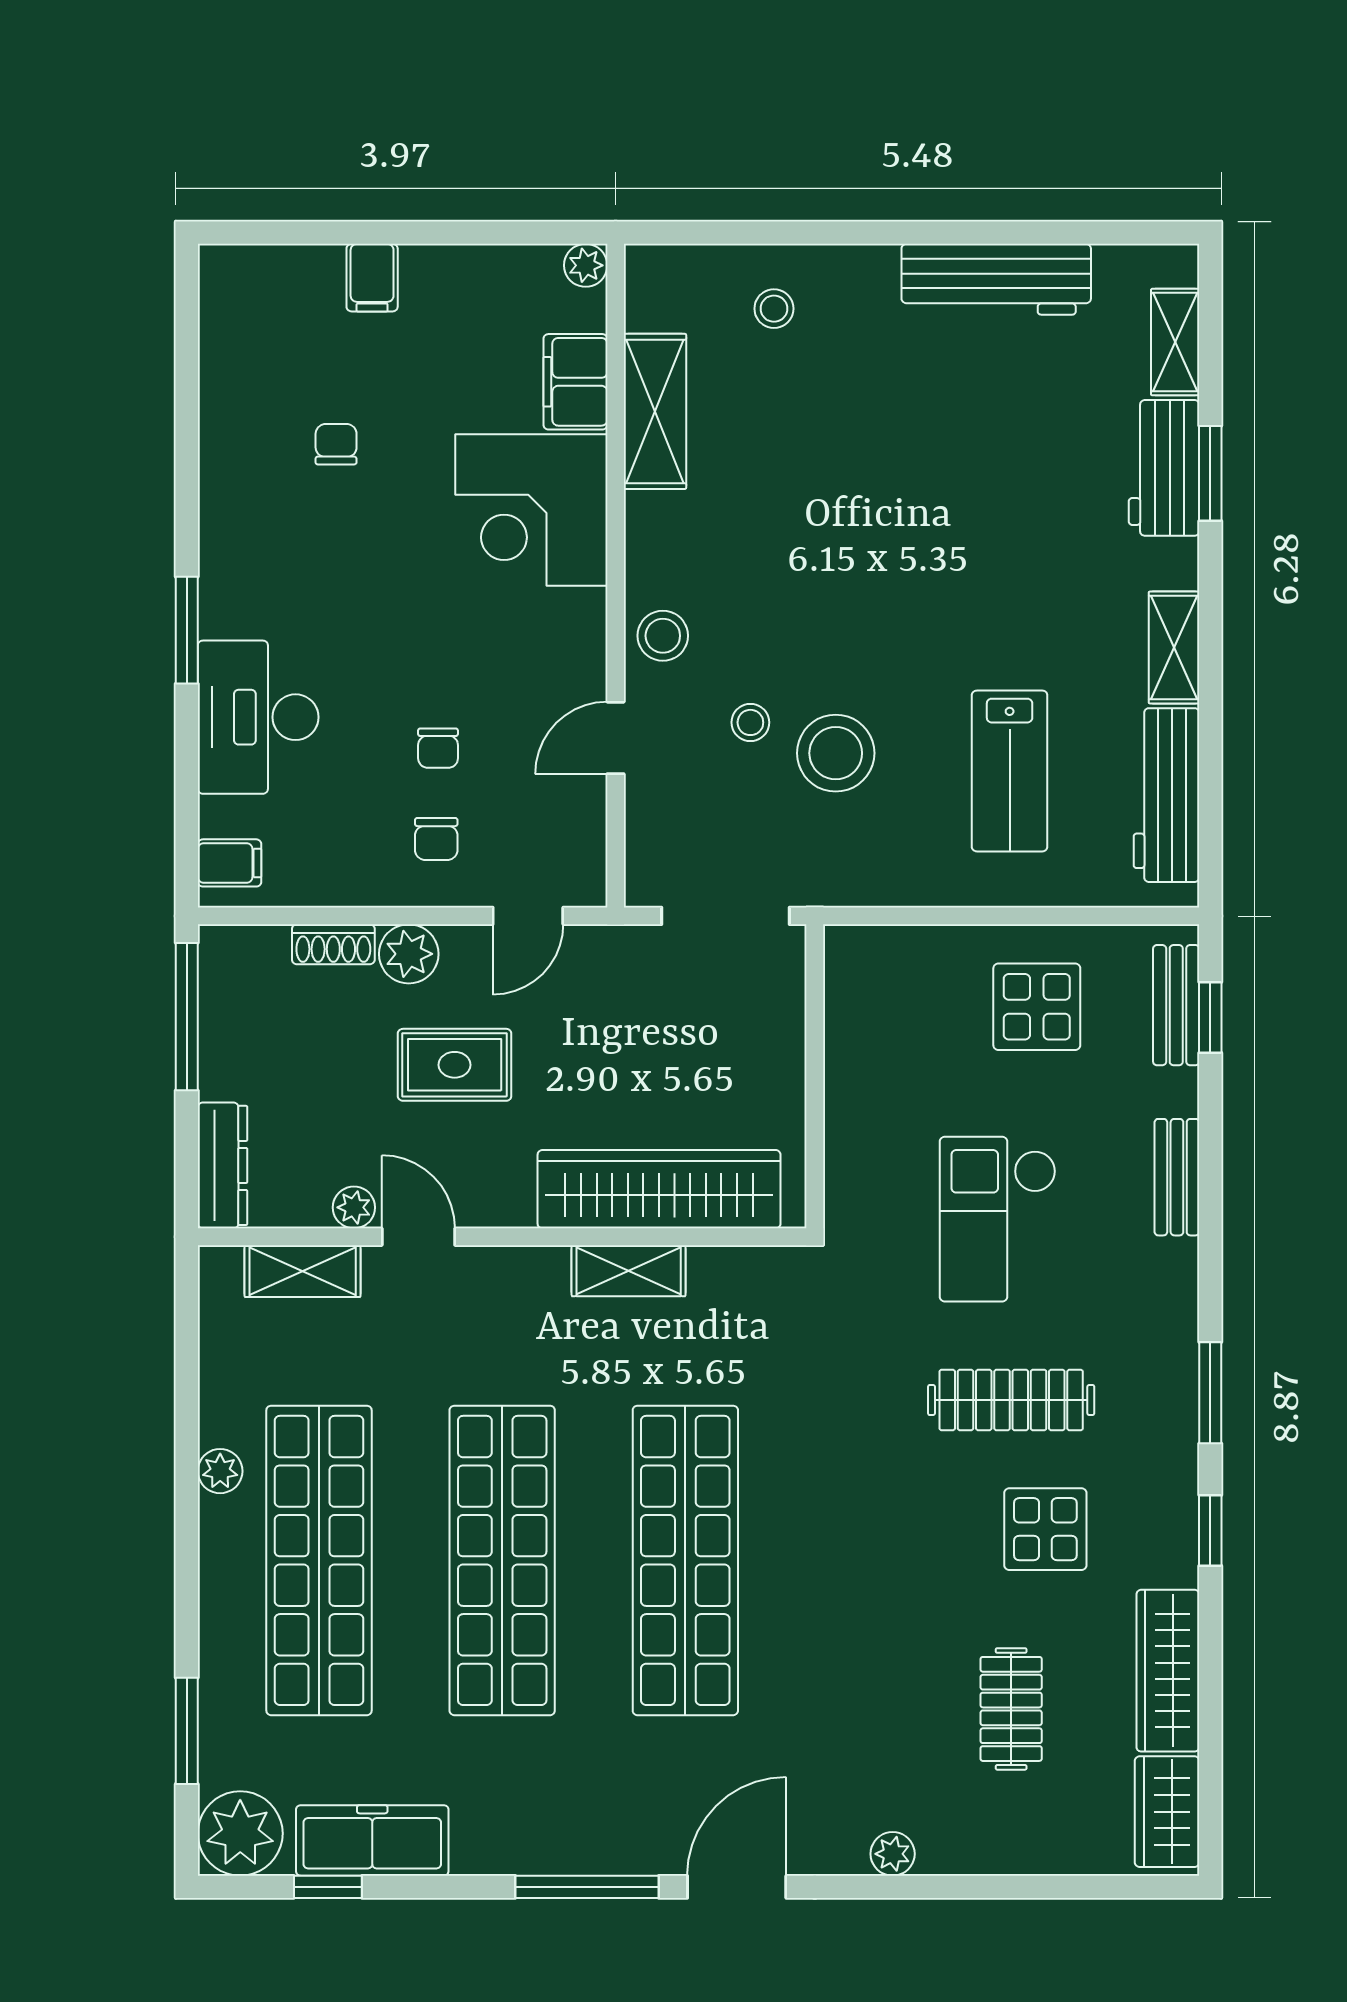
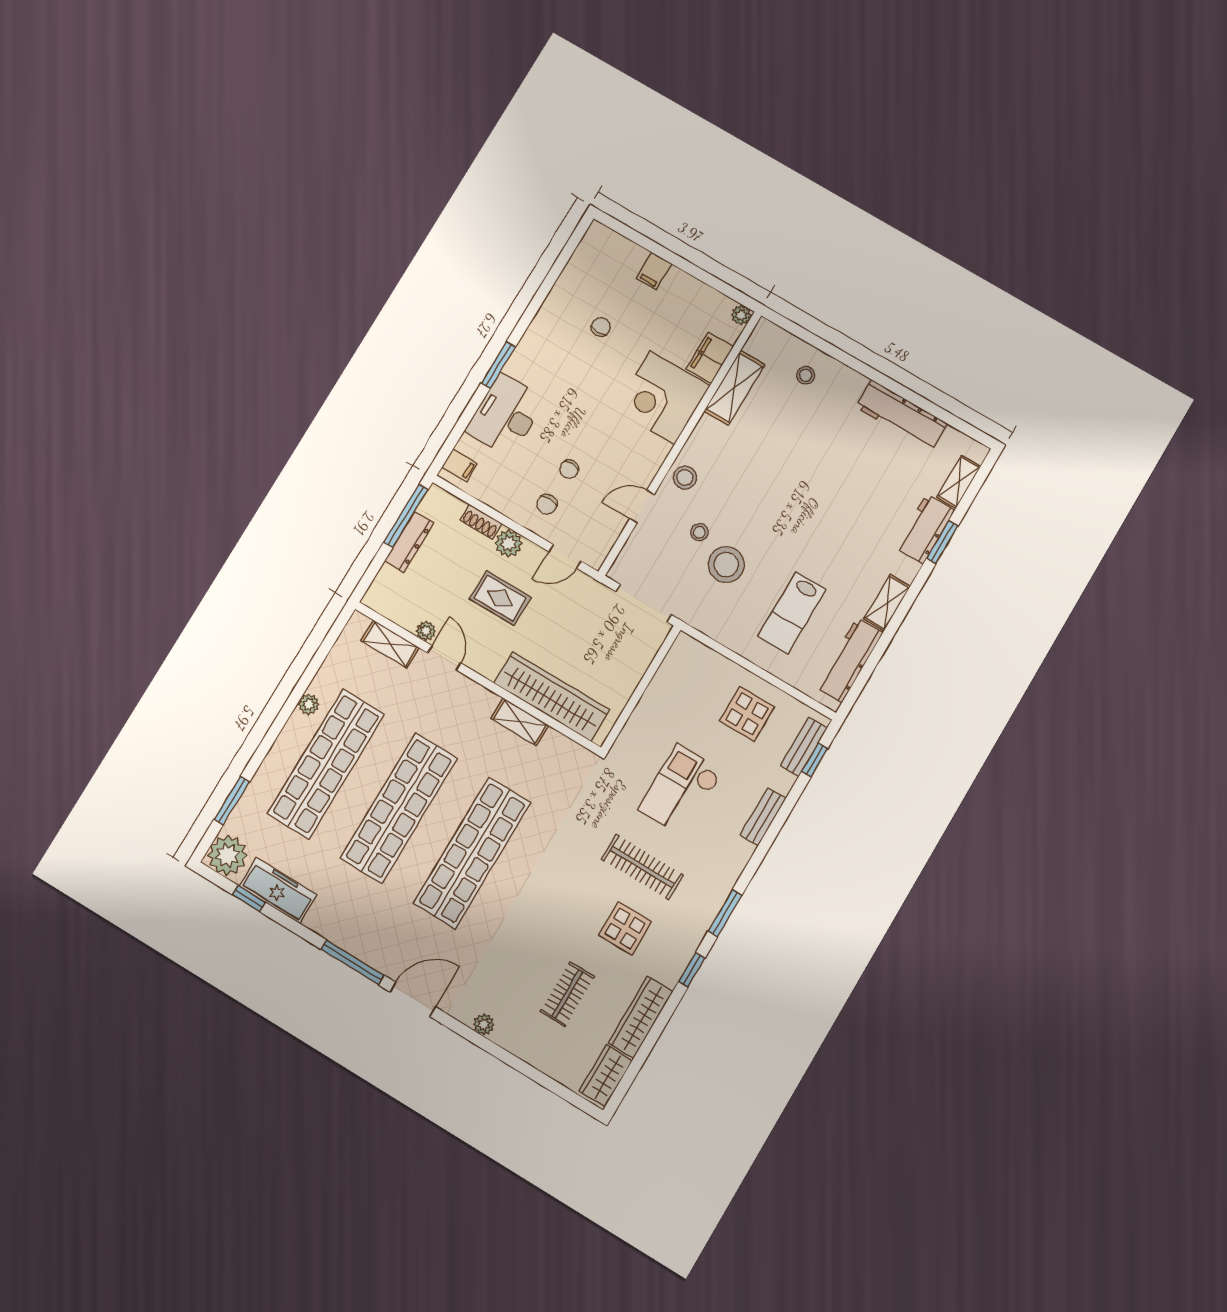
dresser: (223, 1165) -> (409, 542), moved

